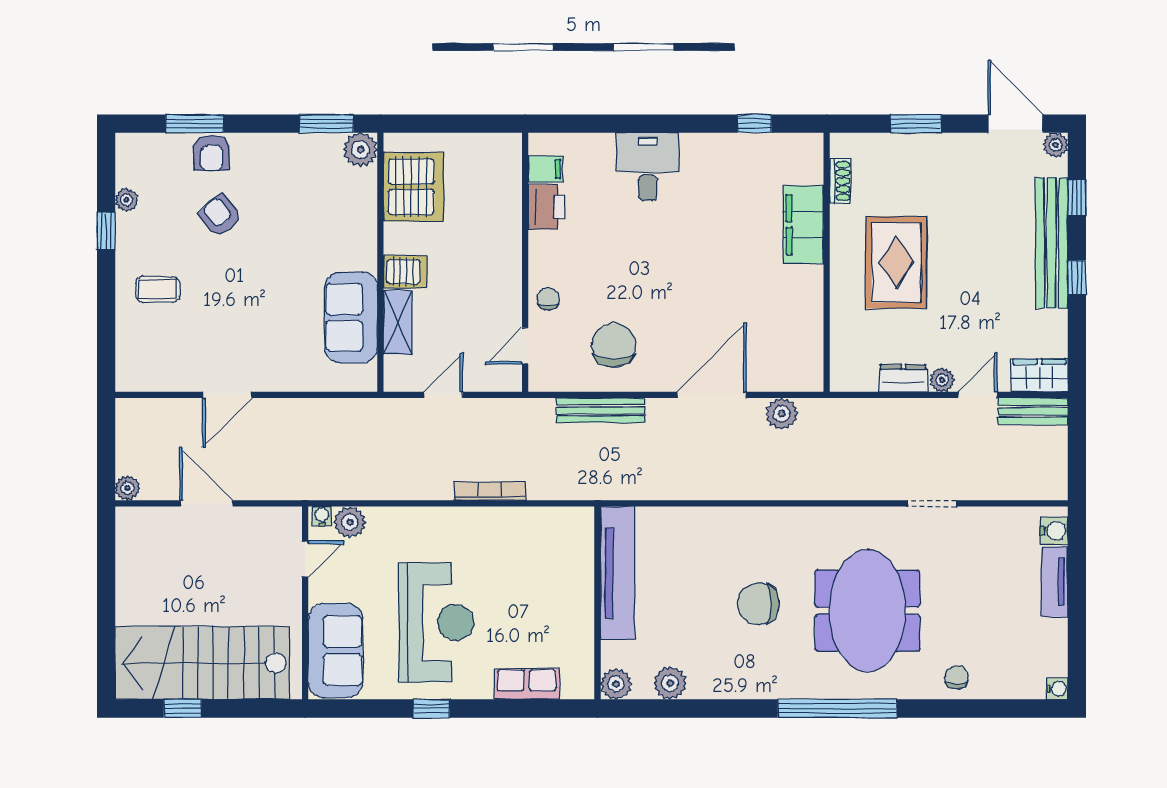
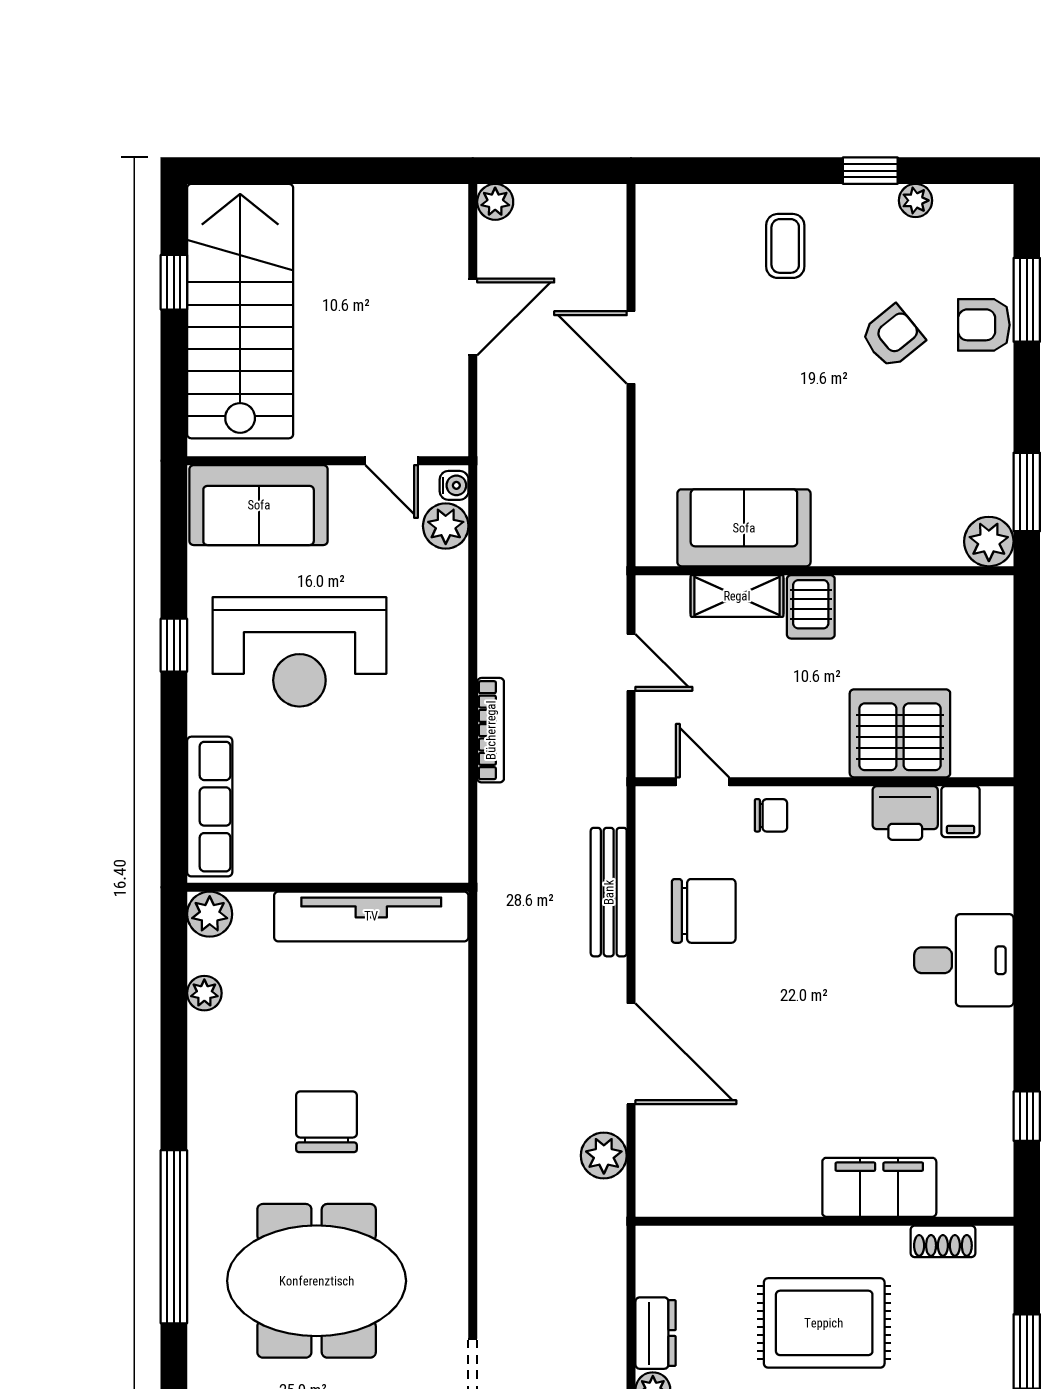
server rack: (414, 187) -> (900, 733), moved, turned 180
plant: (670, 683) -> (204, 993), width x0.73, depth x0.73
row of seats: (527, 684) -> (210, 807), width x1.48

